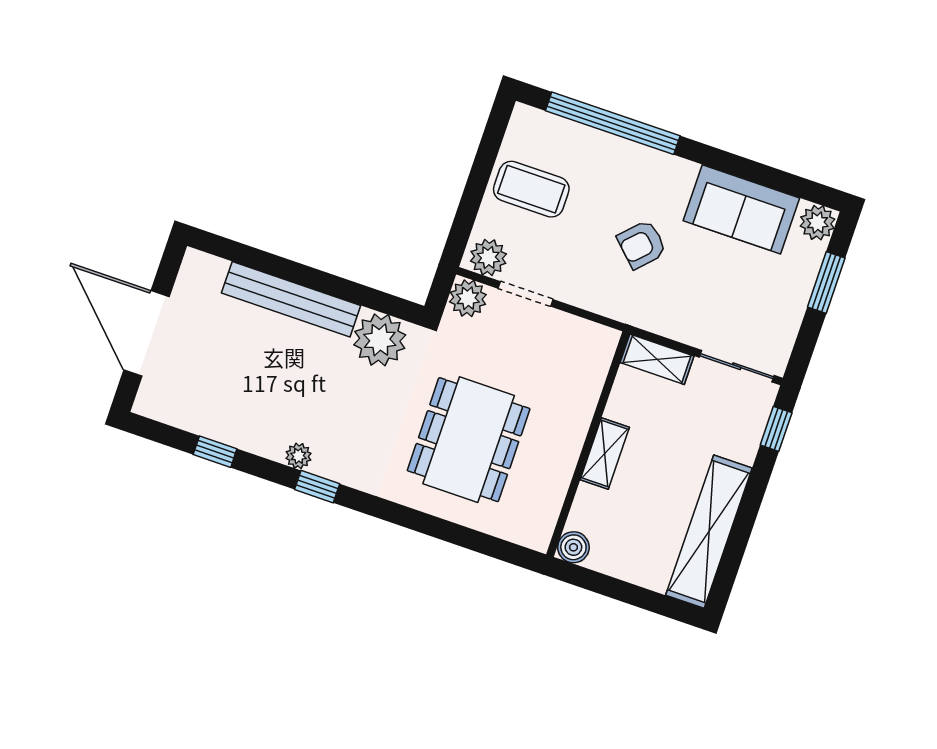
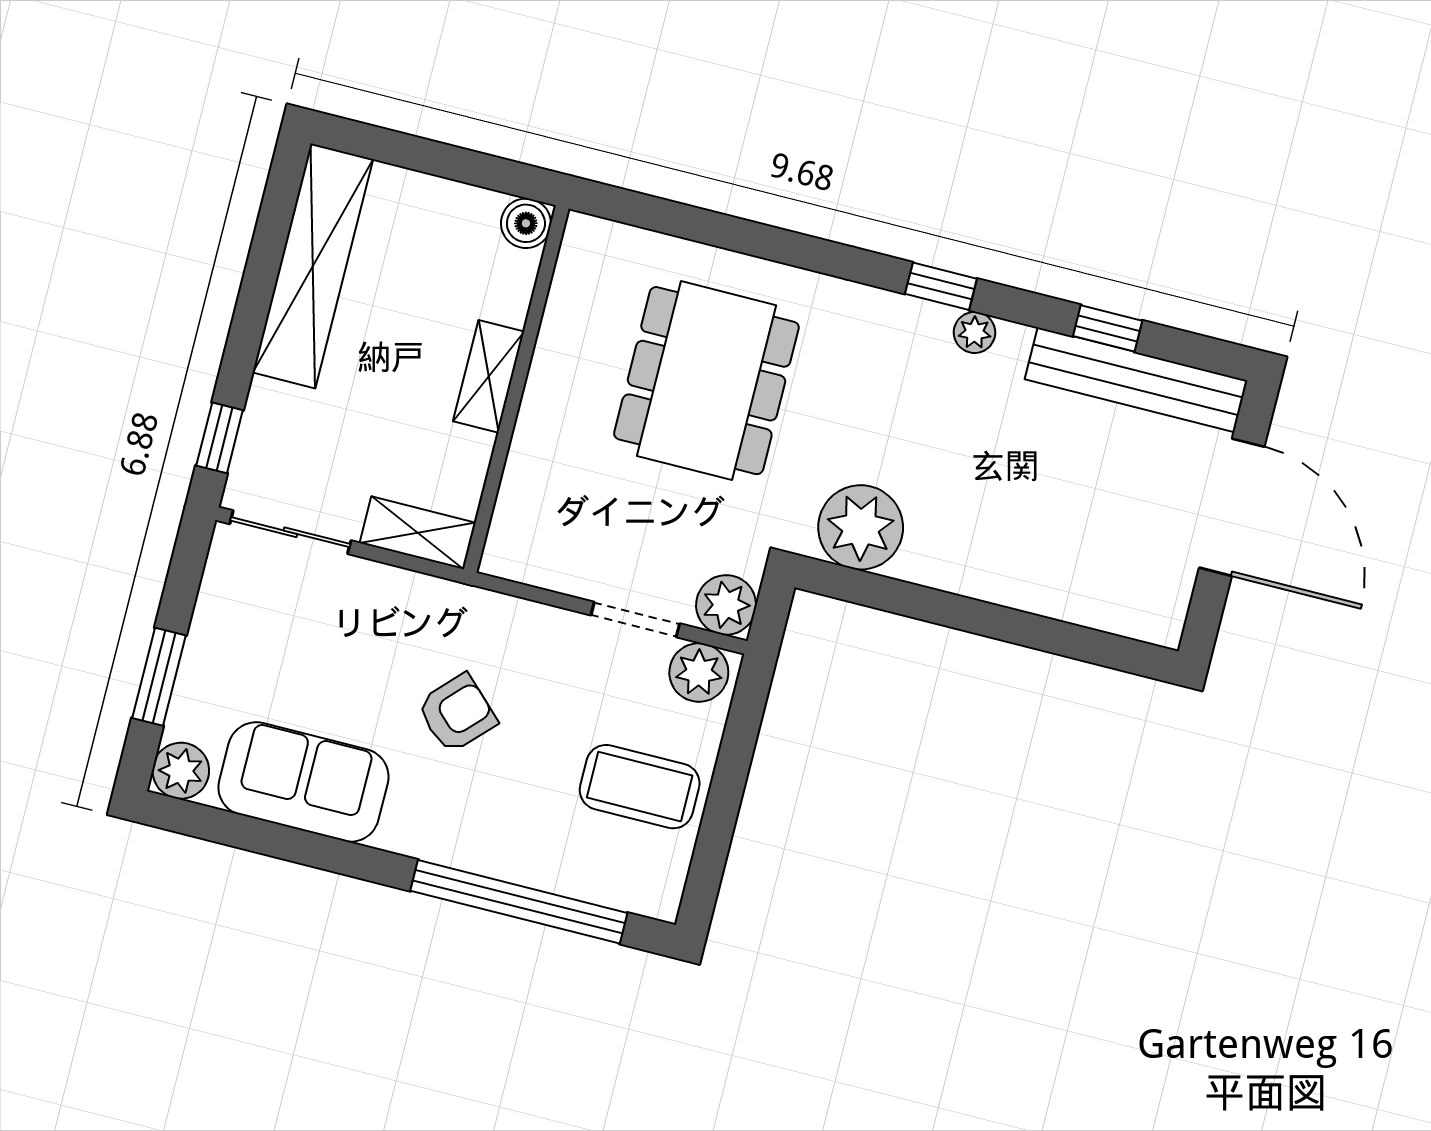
bench: (291, 299) -> (1136, 380), moved

